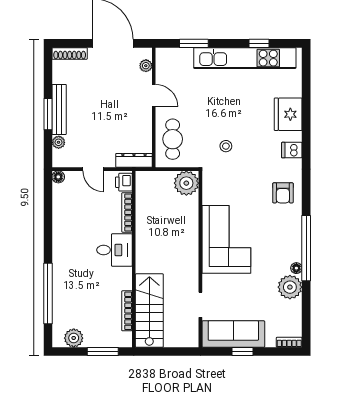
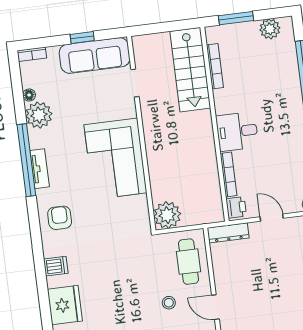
stool: (226, 146) -> (169, 303), moved
tv unit: (295, 239) -> (40, 169), added
floor lamp: (296, 268) -> (29, 95), moved

